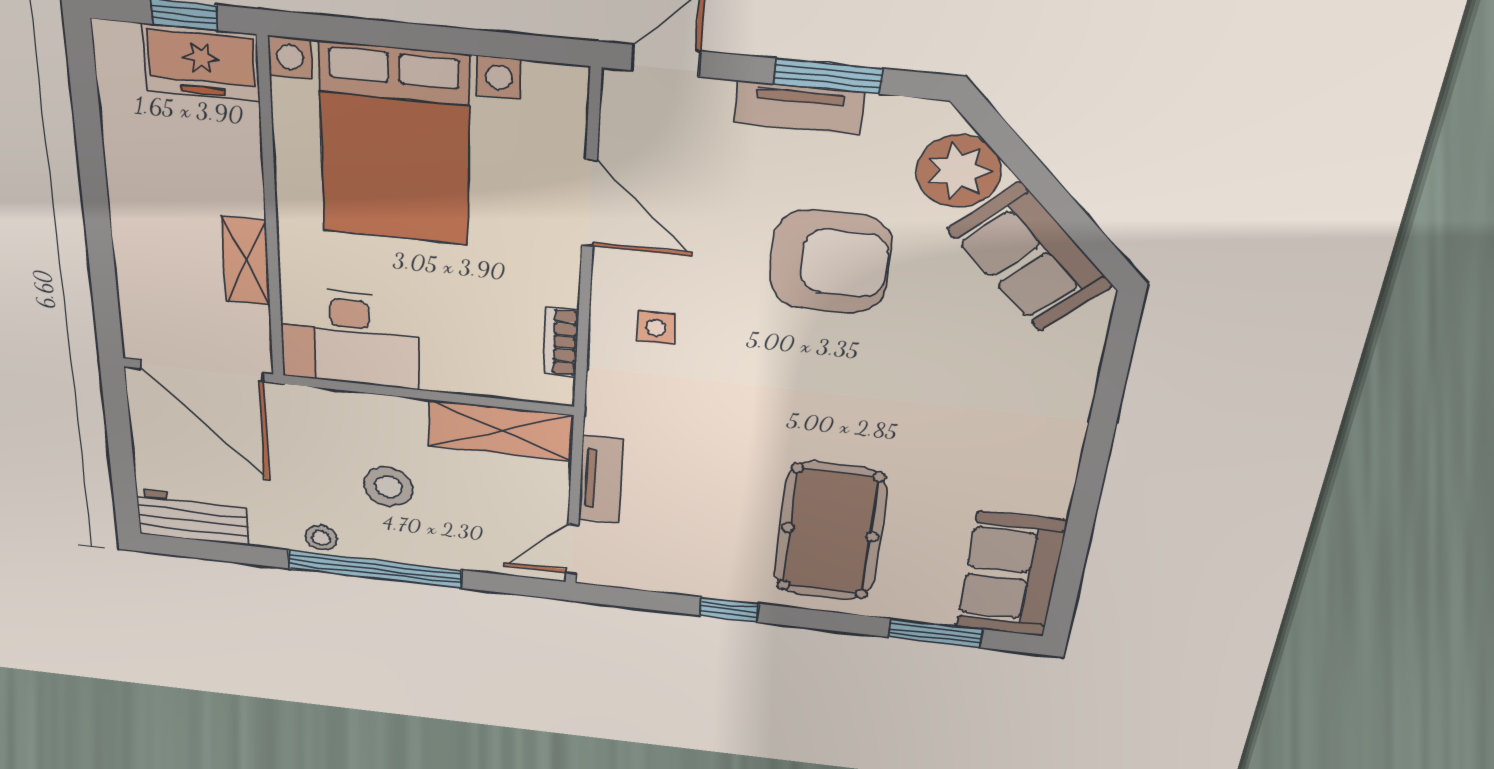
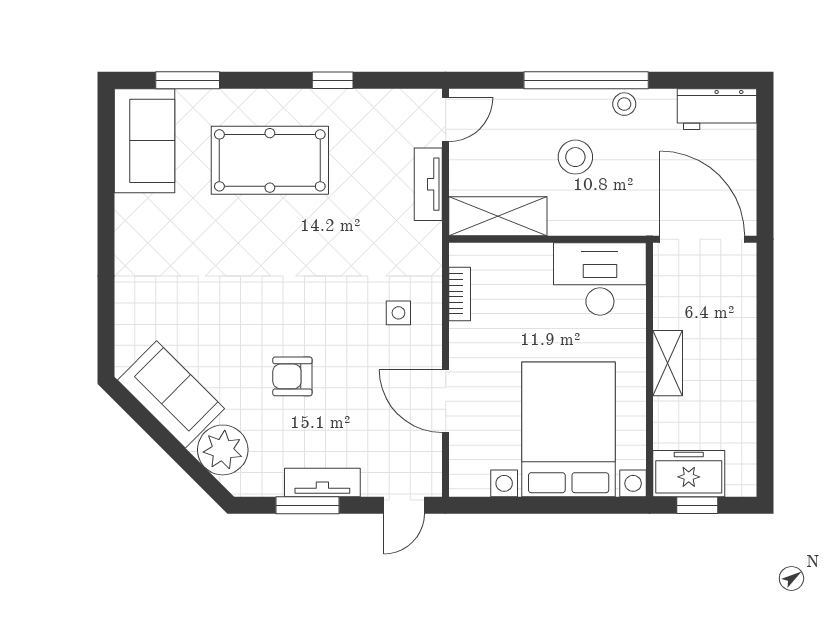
shelving: (246, 261) -> (668, 363), moved
armchair: (830, 262) -> (292, 376), width x0.53, depth x0.53
pool table: (830, 532) -> (270, 160), turned 90

